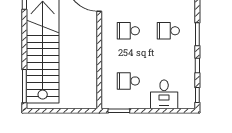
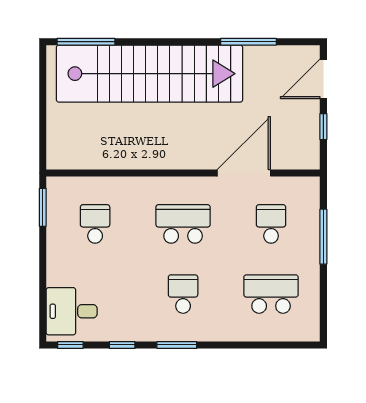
school desk: (128, 31) -> (183, 224), width x1.85
desk: (164, 94) -> (72, 311), moved

